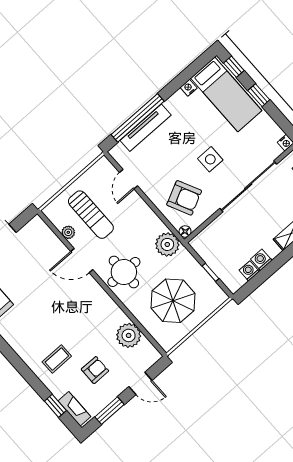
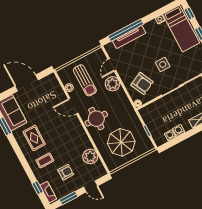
plant: (167, 244) -> (112, 84), moved
rug: (31, 327) -> (34, 138), added

